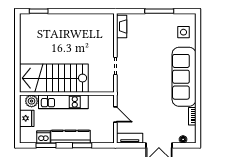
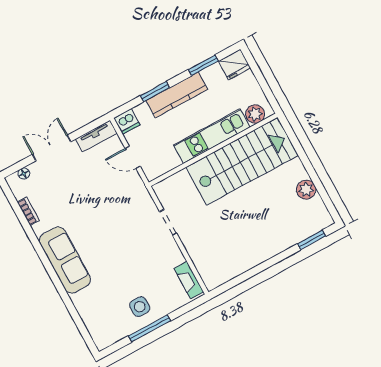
side table: (183, 32) -> (140, 307), moved
plant: (26, 42) -> (306, 190), added
sofa: (184, 77) -> (65, 260), width x0.74, depth x0.79
fridge: (27, 118) -> (234, 64), moved, turned -90
dishwasher: (44, 137) -> (127, 121), moved

